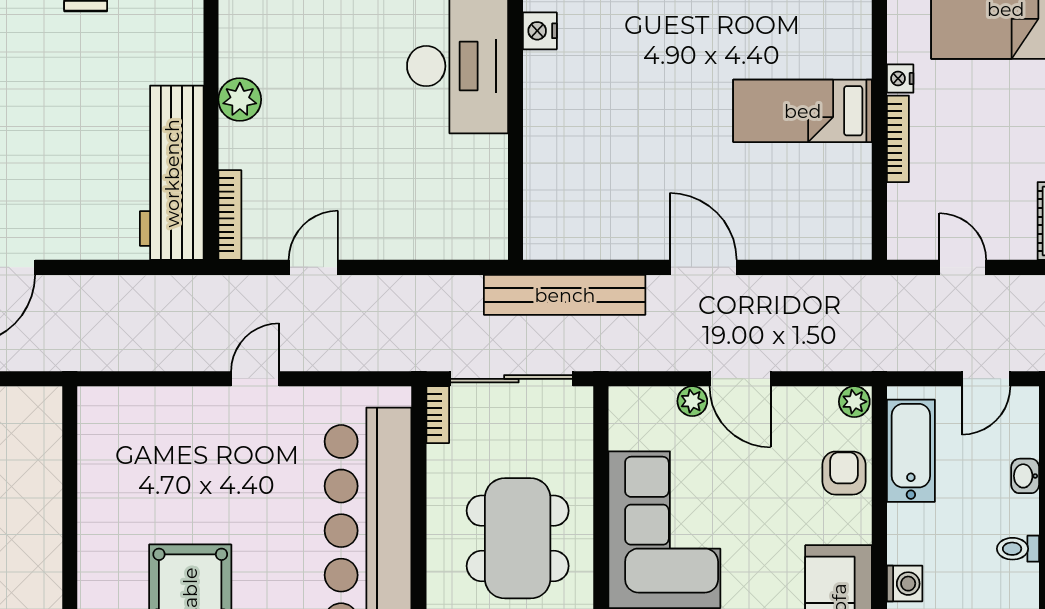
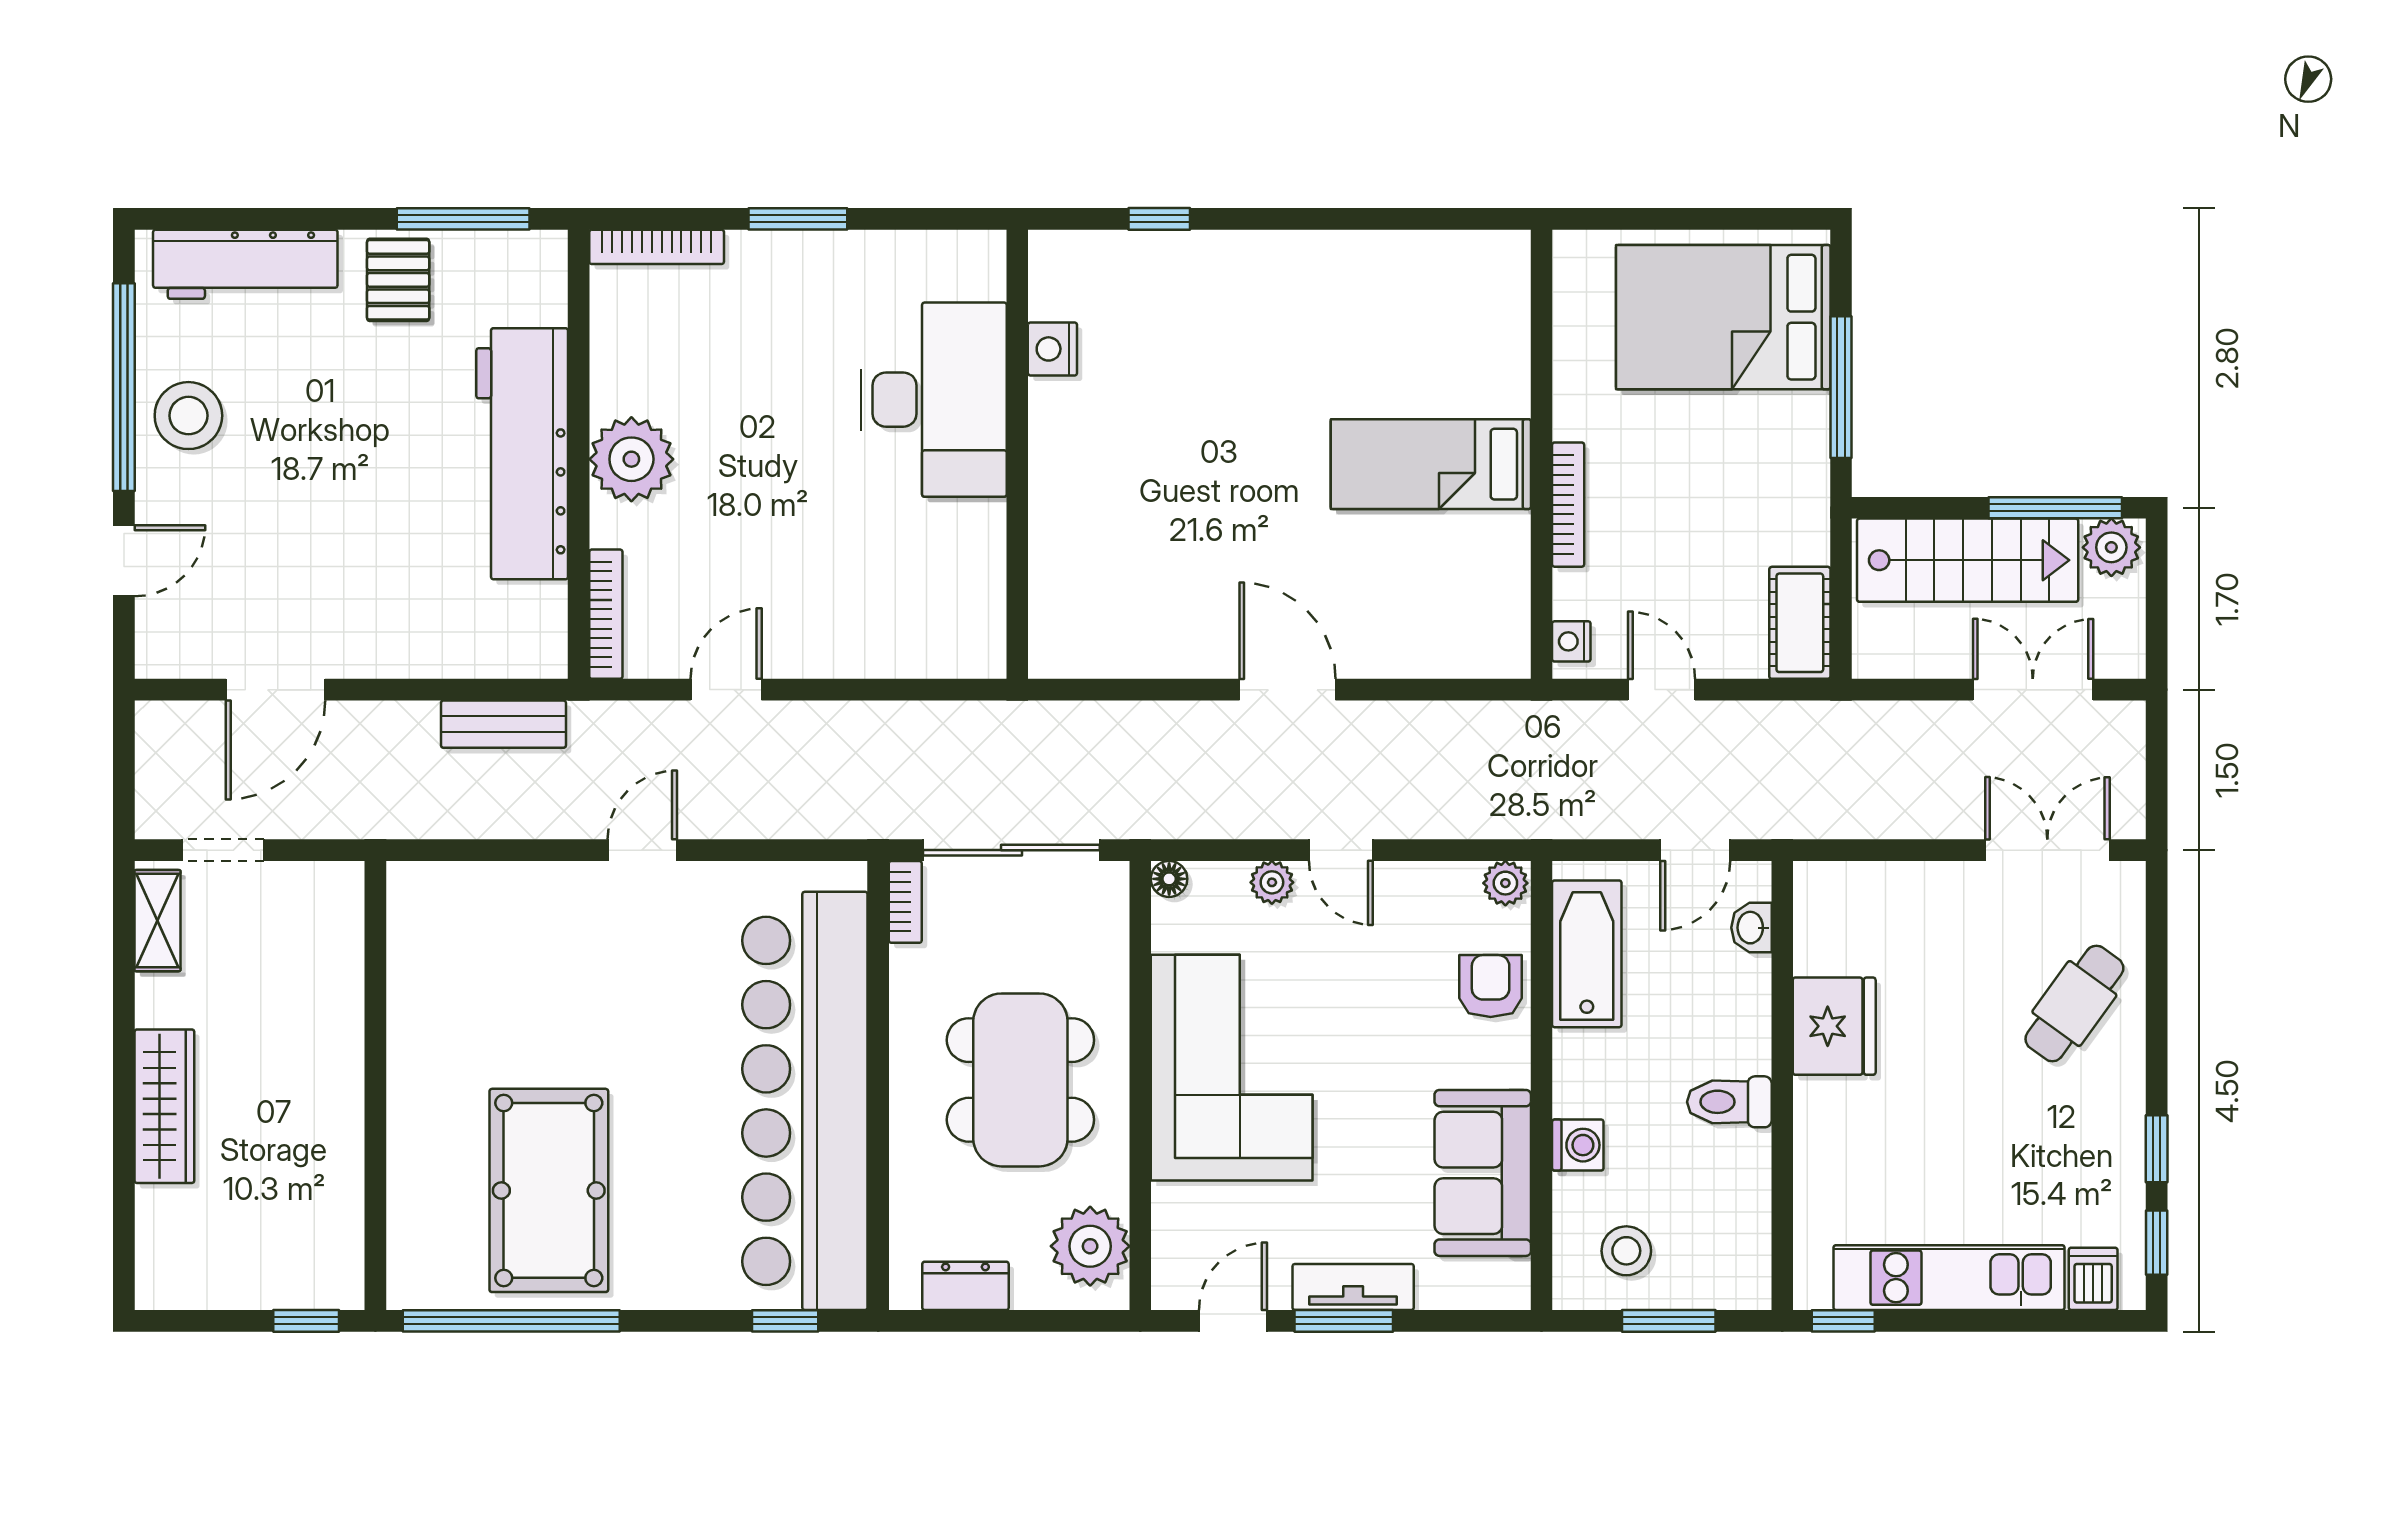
nightstand: (900, 79) -> (1571, 641), moved
plant: (240, 100) -> (631, 459), width x1.36, depth x1.36
workbench: (172, 173) -> (522, 454), moved
bench: (565, 295) -> (503, 724), moved, width x0.54, depth x0.82
door: (740, 379) -> (1341, 850), width x0.73
floor lamp: (621, 399) -> (1169, 879), added
washbasin: (1025, 476) -> (1751, 928), moved
toilet: (1018, 549) -> (1729, 1102), width x1.37, depth x1.39

